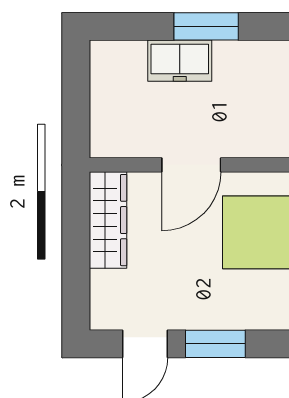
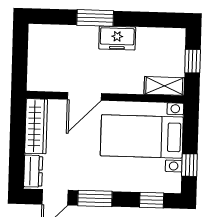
freezer: (180, 61) -> (117, 38), moved
dresser: (105, 299) -> (33, 171), added

